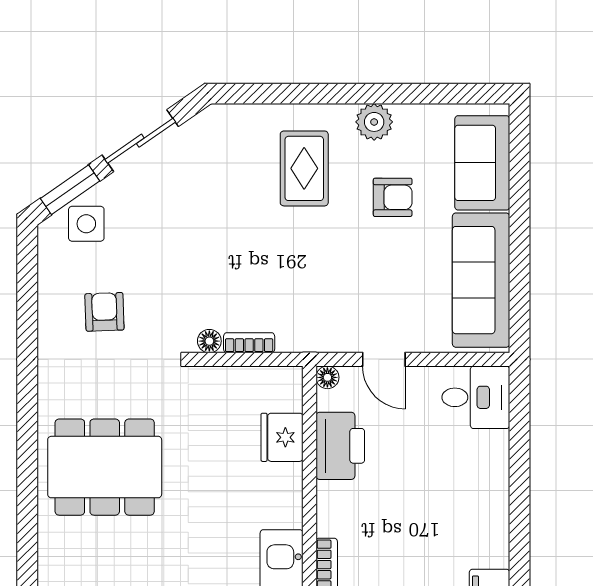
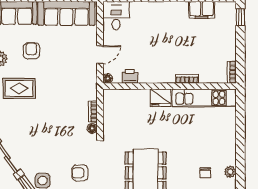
fridge: (282, 437) -> (161, 98), moved
printer: (340, 446) -> (130, 76), width x0.53, depth x0.68

